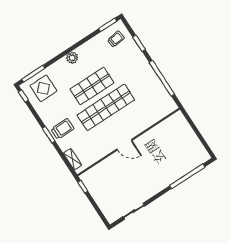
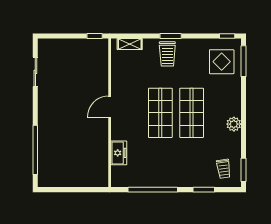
plant: (72, 58) -> (234, 124), moved
shop shelf: (106, 107) -> (160, 113), width x0.71
freezer: (152, 118) -> (119, 153), added

